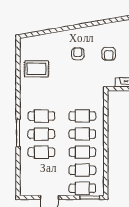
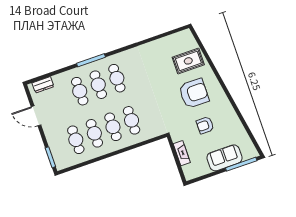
armchair: (78, 54) -> (194, 93), width x1.88, depth x1.88
rug: (37, 69) -> (188, 61), moved, turned 90
dresser: (25, 182) -> (43, 85), added
cafe table: (82, 188) -> (57, 146), removed

